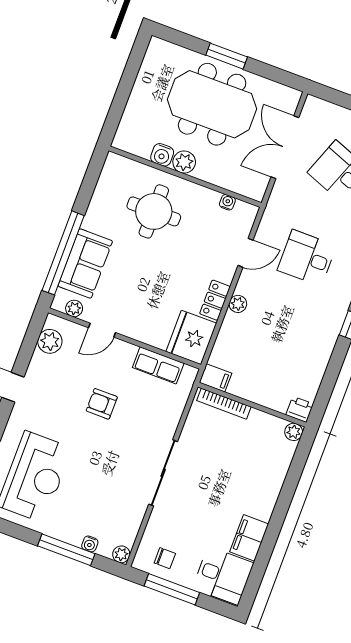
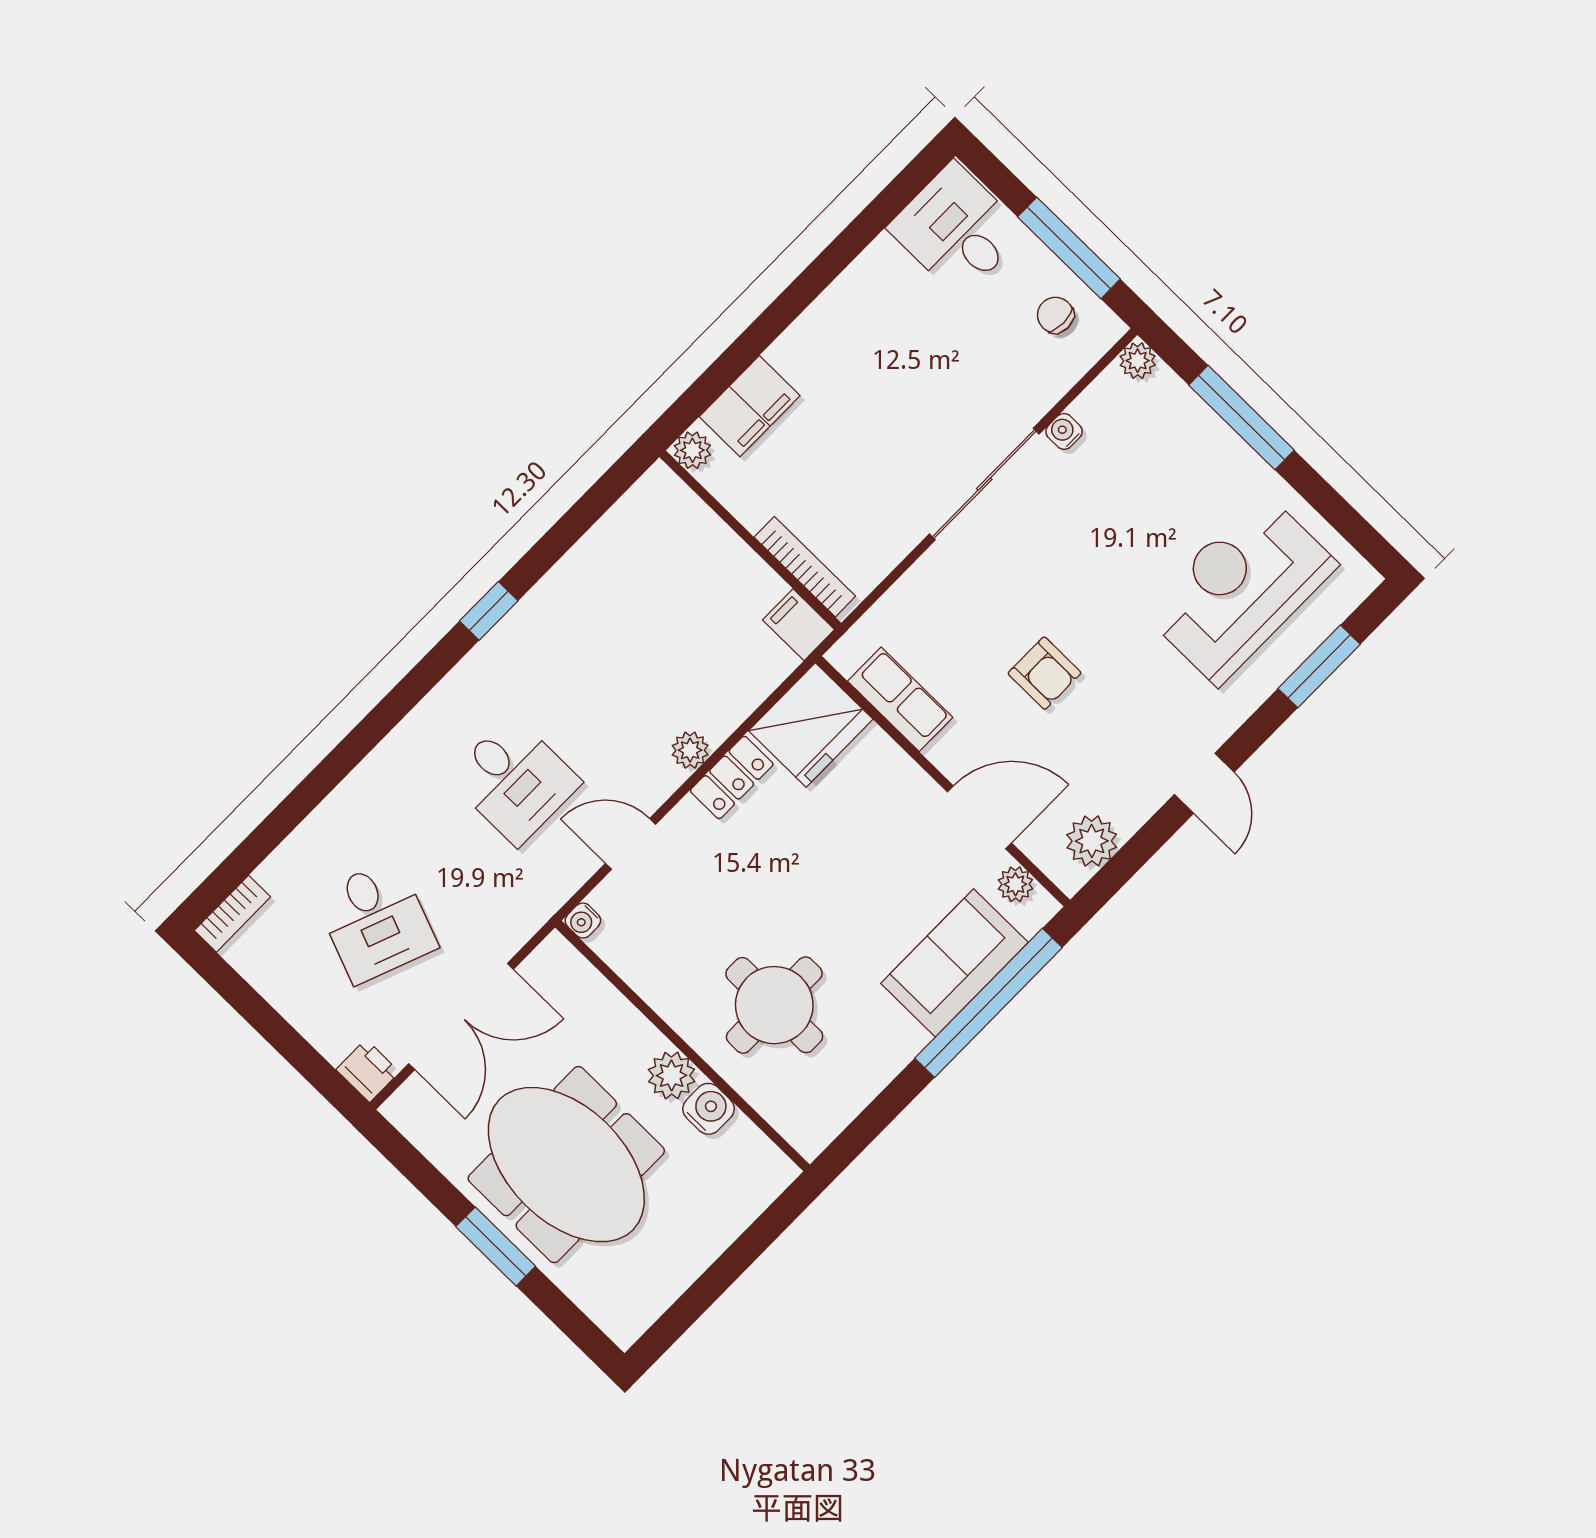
water cooler: (227, 202) -> (583, 921), moved
door: (102, 330) -> (980, 817), width x1.38
printer: (300, 409) -> (368, 1071), moved, turned 180
filing cabinet: (249, 538) -> (750, 406), moved
water cooler: (90, 544) -> (1064, 431), moved, turned -90

